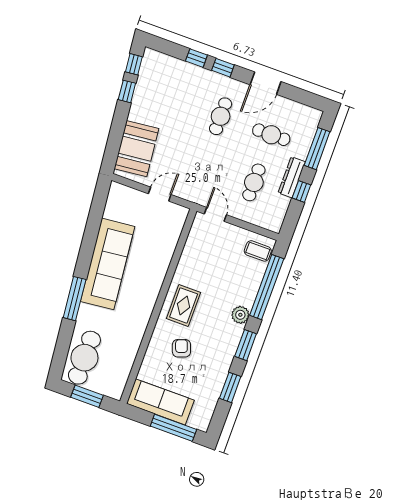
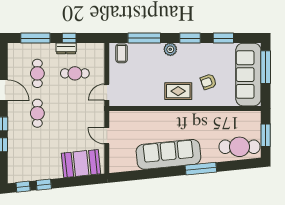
cafe table: (221, 116) -> (37, 113), turned 90
dresser: (292, 177) -> (66, 48), width x0.70
window: (267, 287) -> (144, 38), width x0.68
sofa: (160, 402) -> (248, 75), width x1.36, depth x1.27

